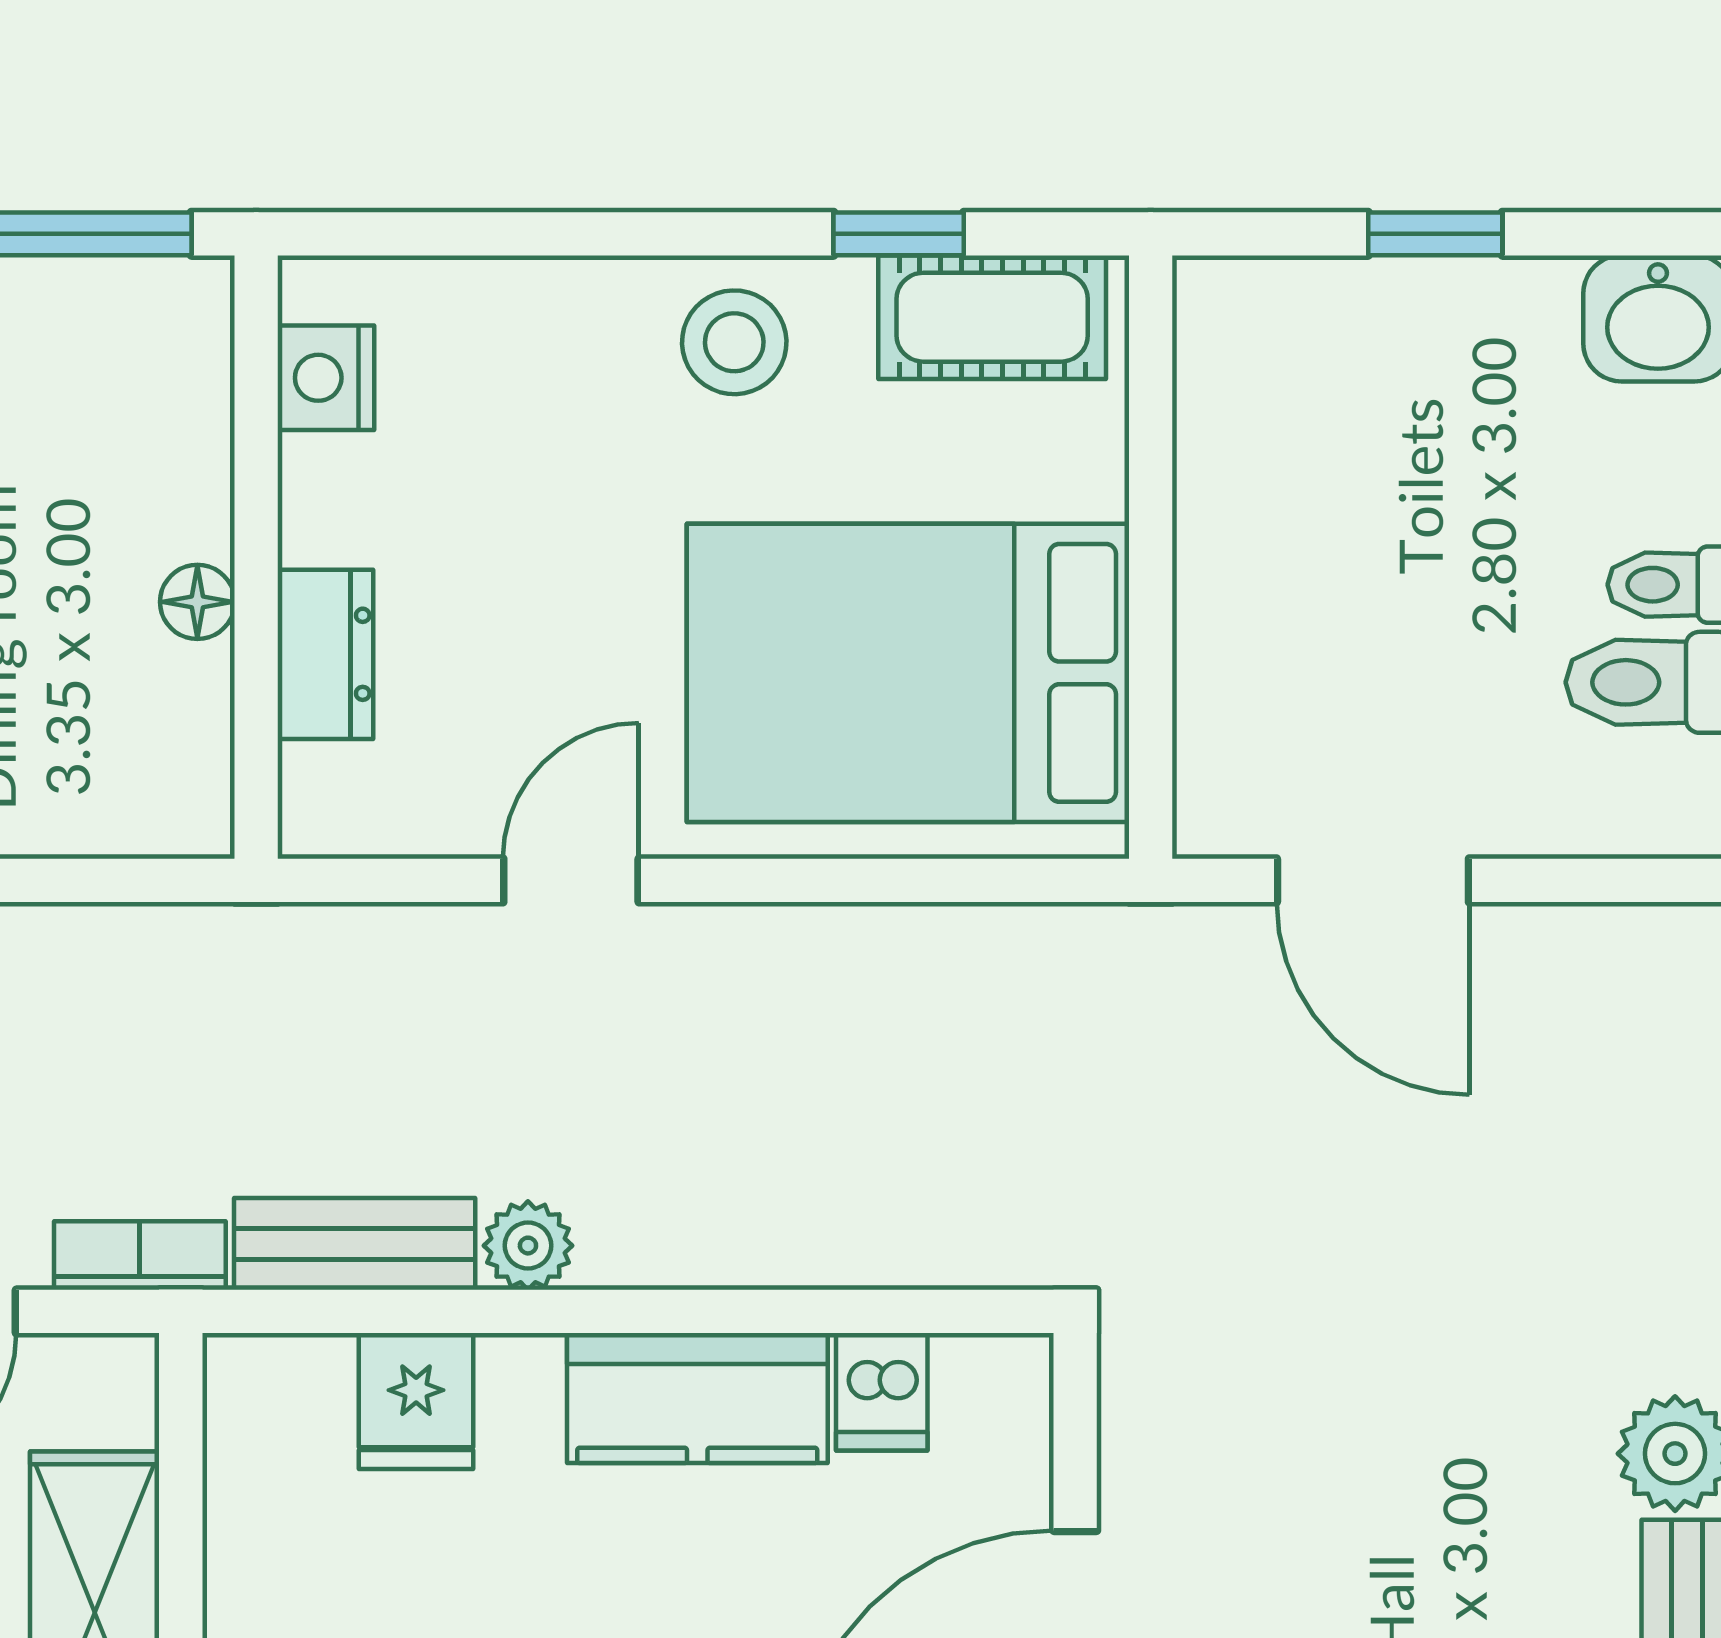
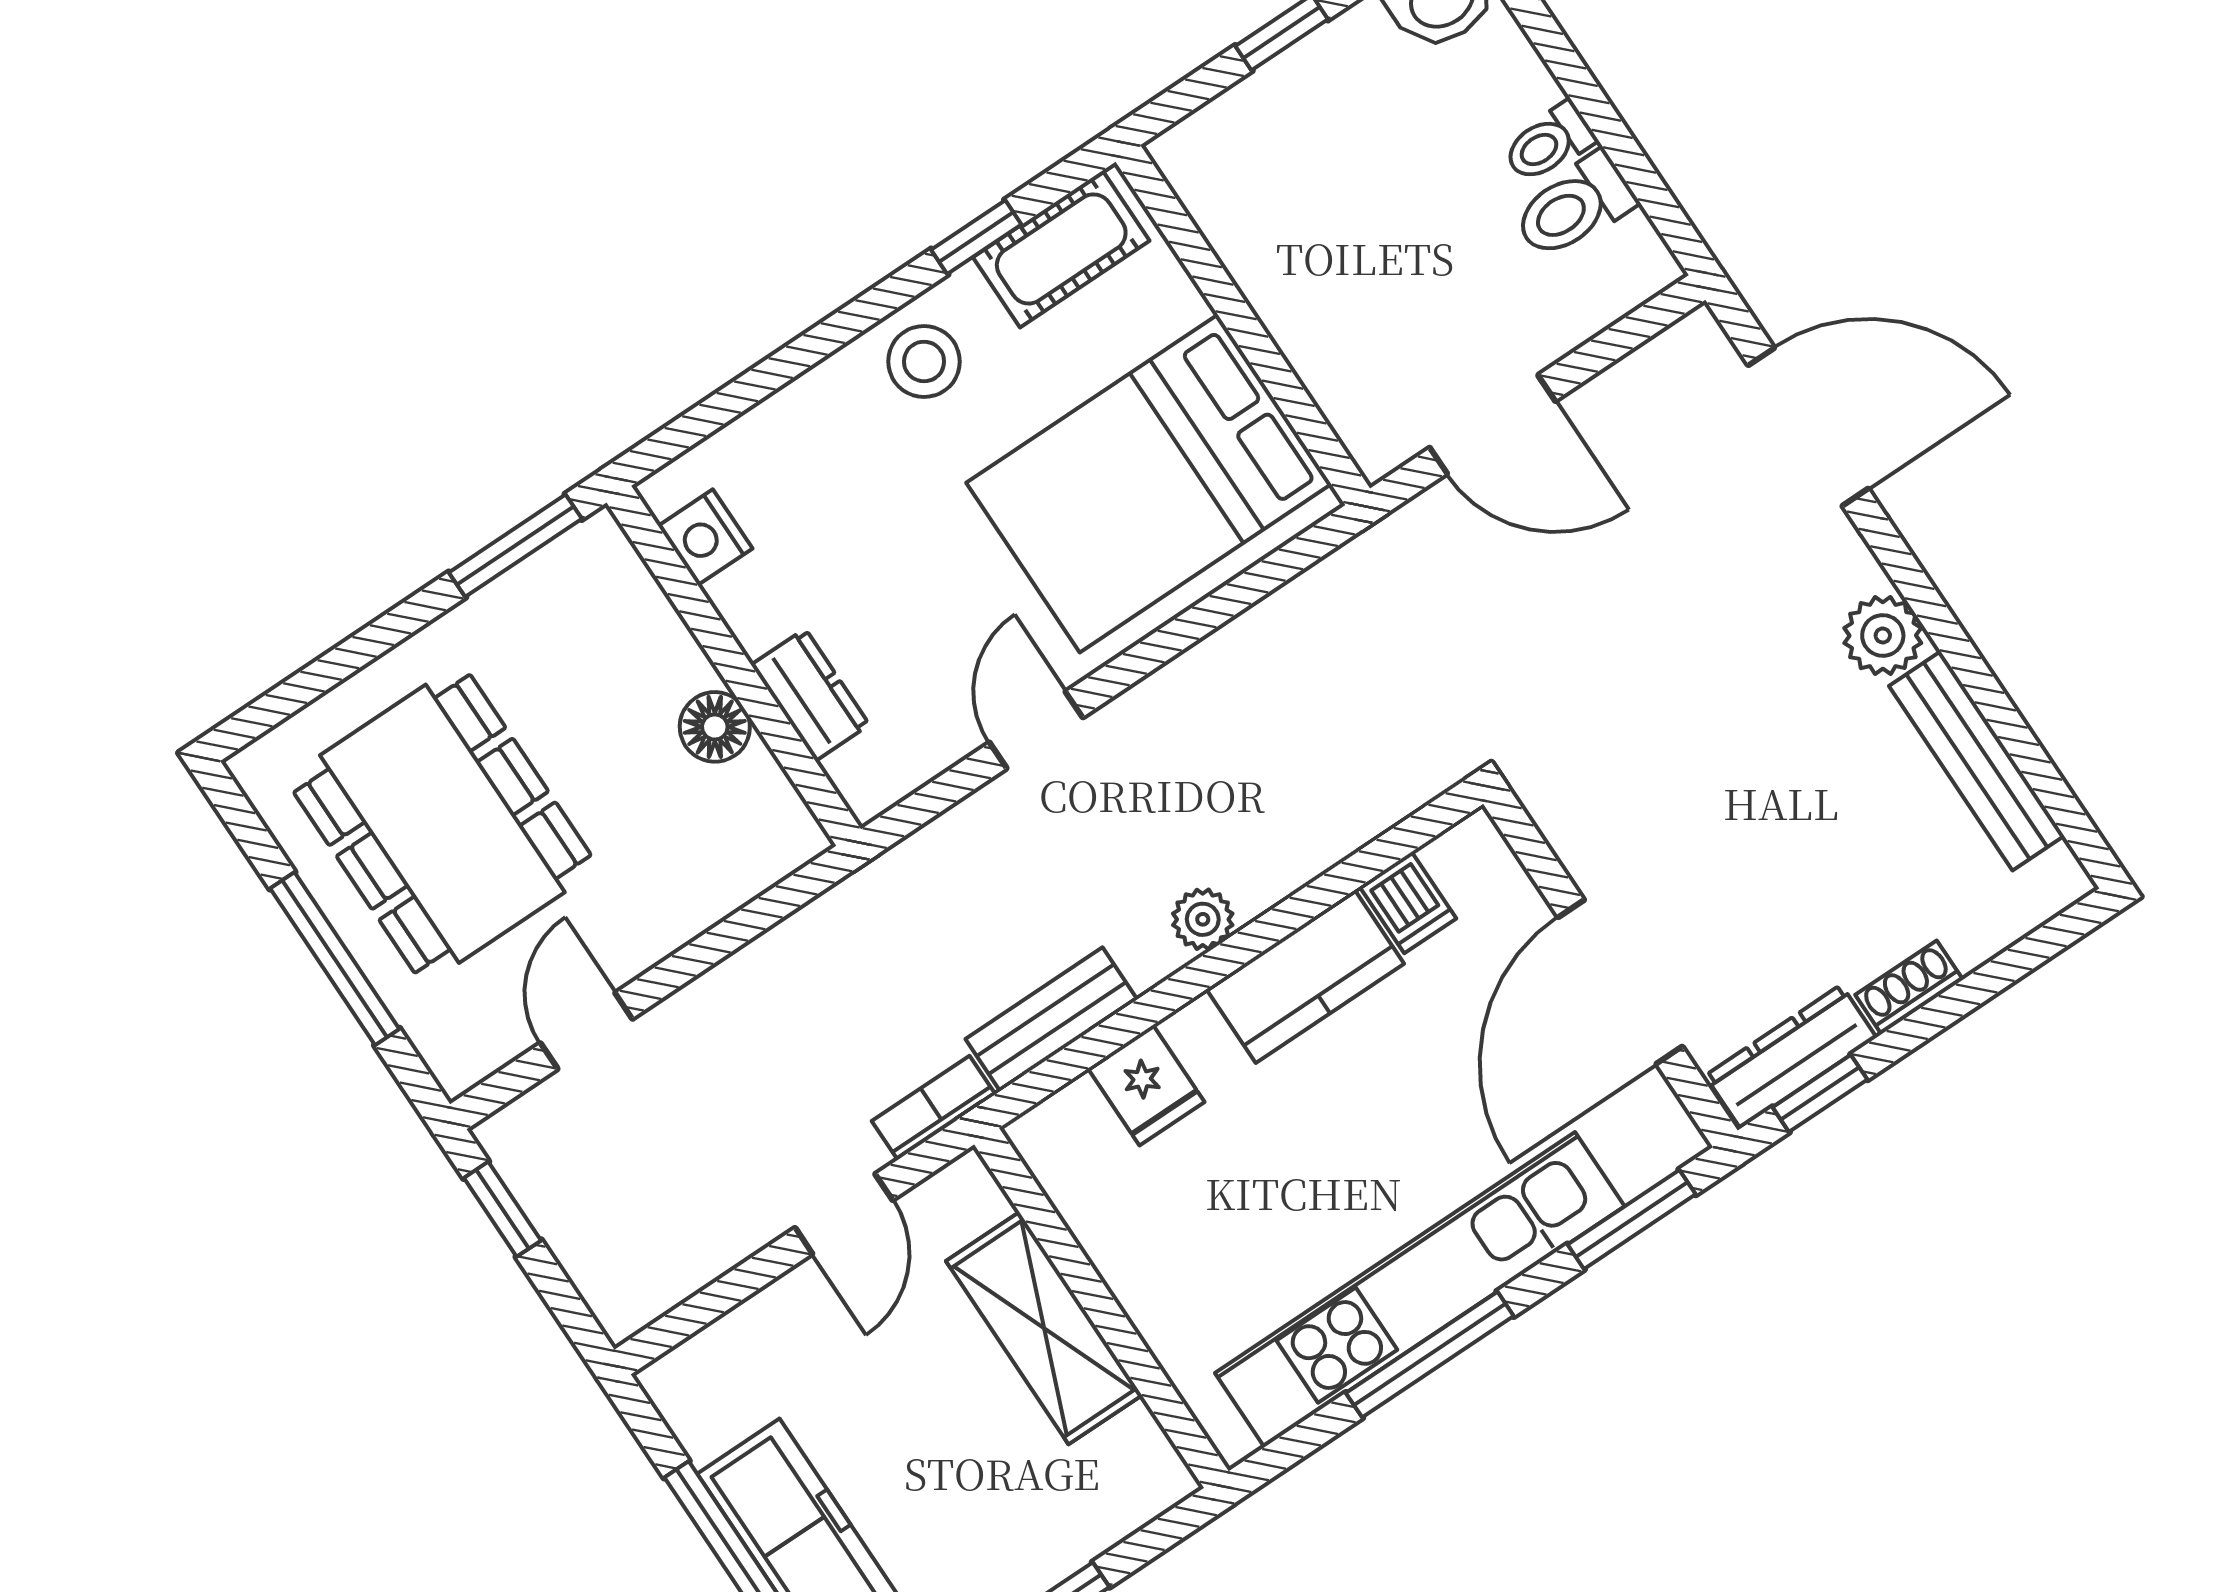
floor lamp: (197, 602) -> (715, 727), width x1.37, depth x1.37
plant: (528, 1246) -> (1203, 919), moved

